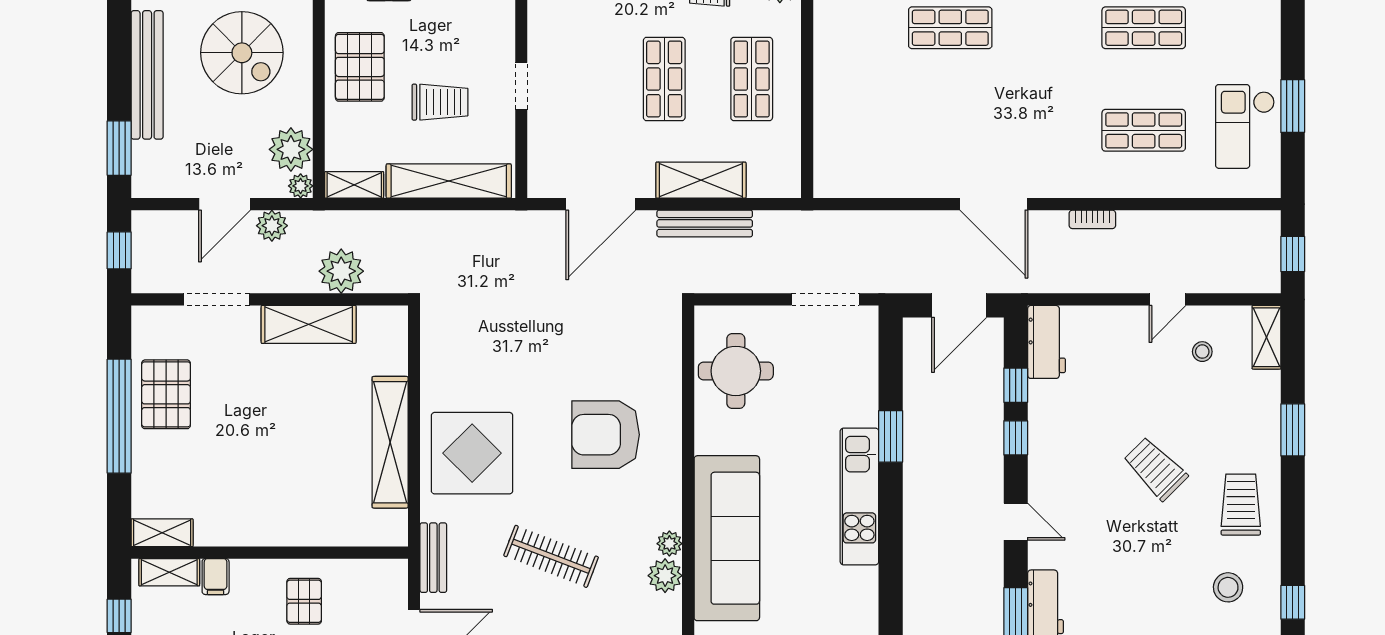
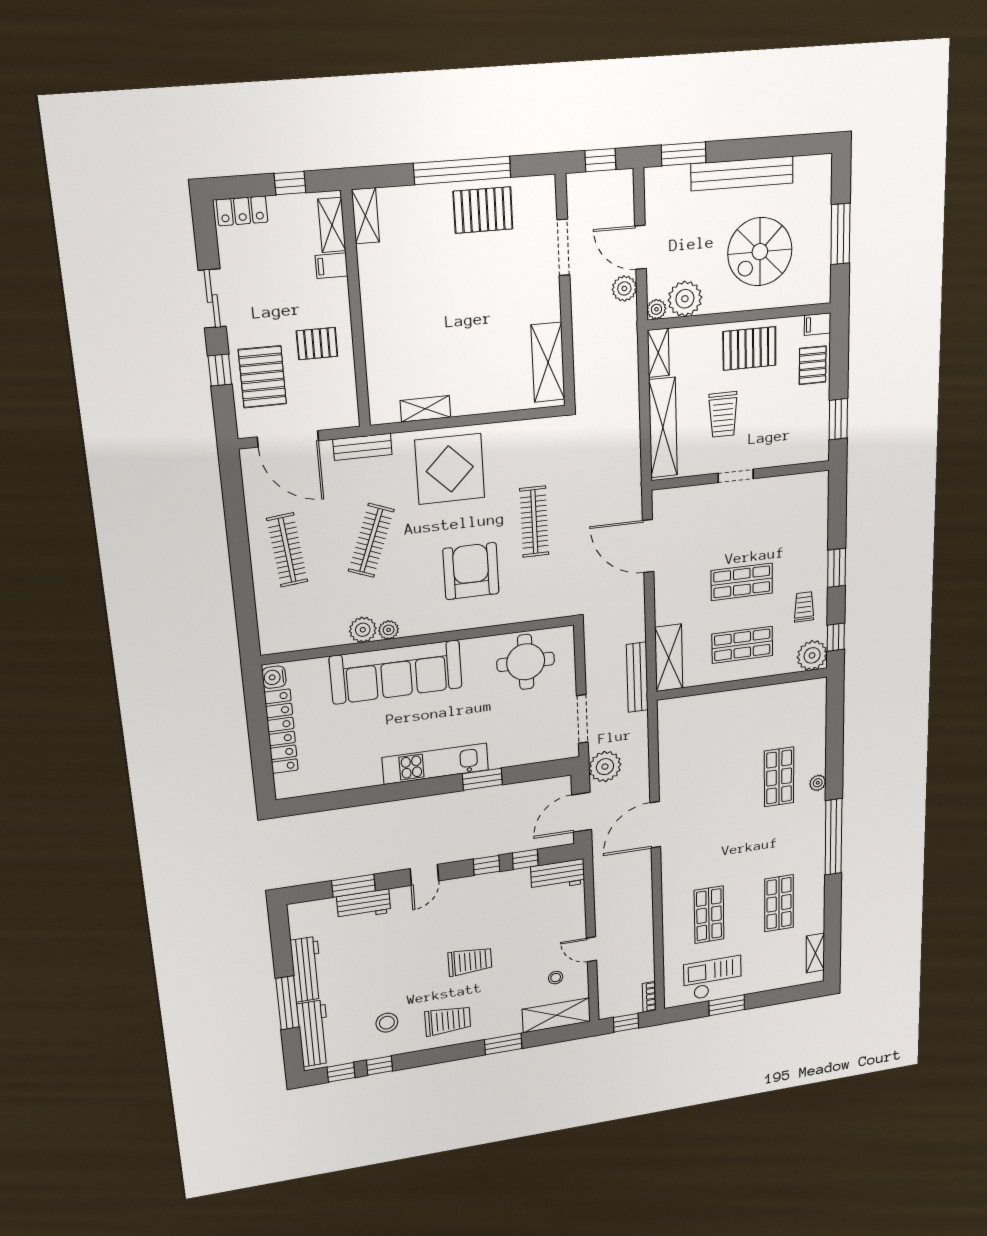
shelving: (701, 180) -> (669, 658), moved
bookcase: (1092, 219) -> (649, 997), moved
bench: (705, 223) -> (637, 677), moved
plant: (341, 271) -> (605, 767), moved
door: (959, 305) -> (582, 812), hinge flipped
shelving: (309, 324) -> (548, 362), moved
shelving: (1266, 337) -> (556, 1015), width x1.50, depth x1.33
clothes rail: (551, 351) -> (534, 522), added
shelving: (390, 442) -> (425, 409), width x0.45, depth x0.75
trolley: (1155, 469) -> (470, 961), turned 45

